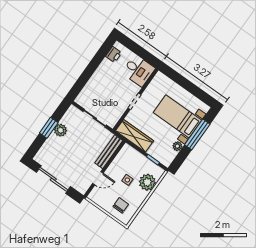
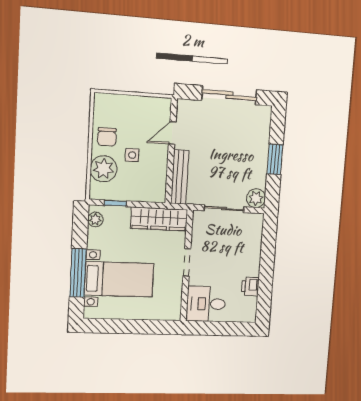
printer: (114, 54) -> (250, 286), moved
plant: (60, 130) -> (256, 198), moved
plant: (177, 146) -> (95, 219), moved
chair: (121, 205) -> (107, 137), moved

